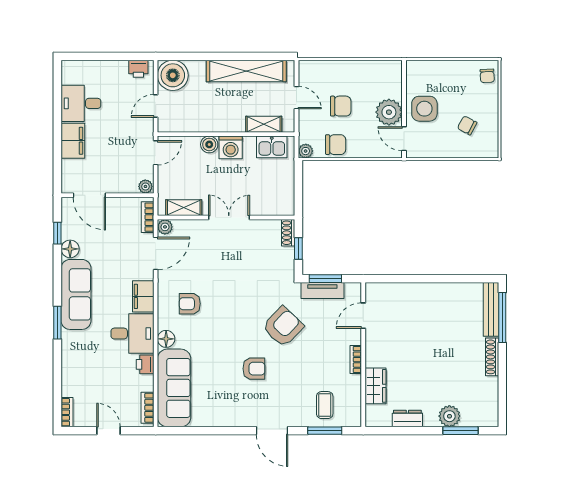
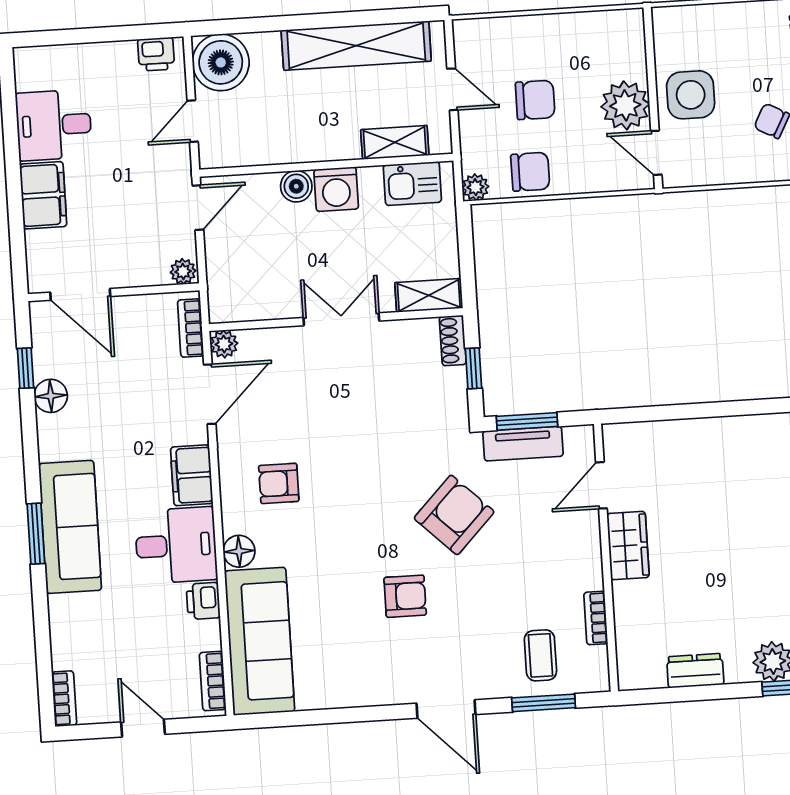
shelving: (184, 208) -> (429, 295), moved
sofa: (76, 294) -> (70, 527), moved
bookcase: (356, 360) -> (596, 618), moved
wardrobe: (375, 386) -> (628, 546), moved

